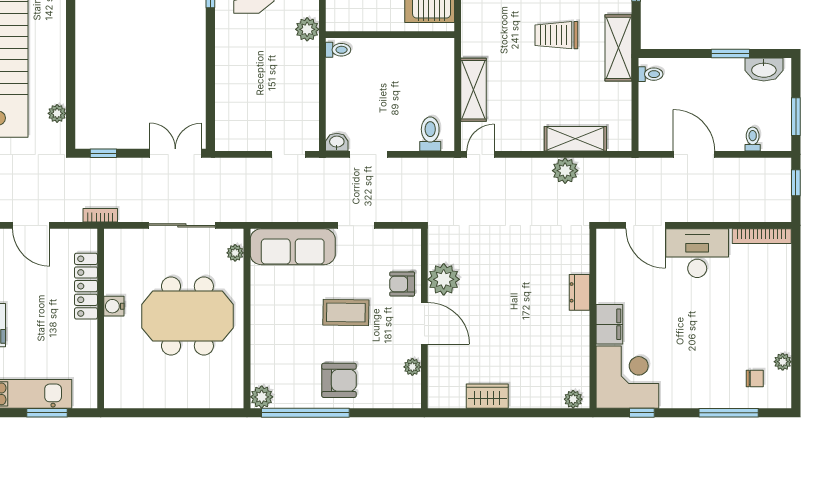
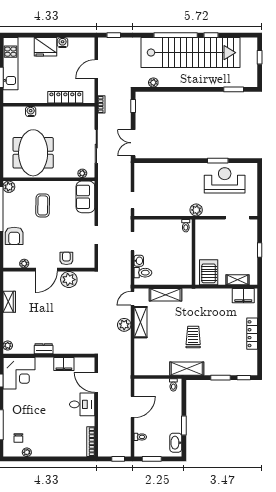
shelving: (575, 139) -> (140, 322), moved
washbasin: (337, 142) -> (139, 261), moved
double door: (175, 153) -> (133, 143), swing flipped
door: (481, 154) -> (132, 298), swing flipped
plant: (565, 171) -> (124, 325), moved
door: (646, 225) -> (96, 382), hinge flipped
sofa: (293, 247) -> (85, 197), width x0.73
desk: (697, 253) -> (82, 404), width x0.73
dresser: (579, 292) -> (44, 349), moved
water cooler: (114, 306) -> (31, 111), moved
coffee table: (346, 312) -> (43, 205), moved
meeting table: (187, 316) -> (33, 153), moved
filing cabinet: (609, 324) -> (64, 364), moved
armchair: (339, 380) -> (14, 236), moved

